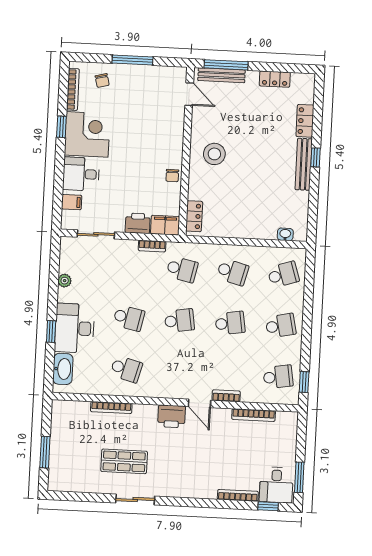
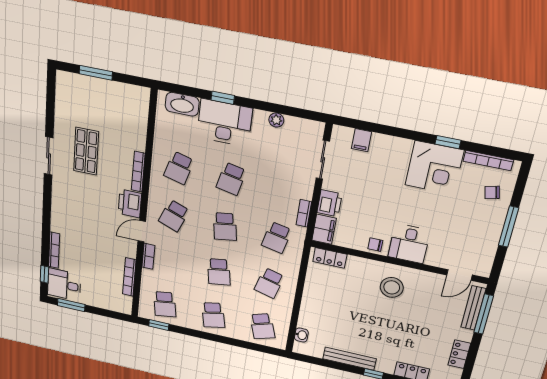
bench: (304, 164) -> (349, 359), moved
desk: (81, 174) -> (409, 244), moved, turned 180
school desk: (177, 372) -> (174, 216), added
bookcase: (111, 408) -> (138, 172), moved

